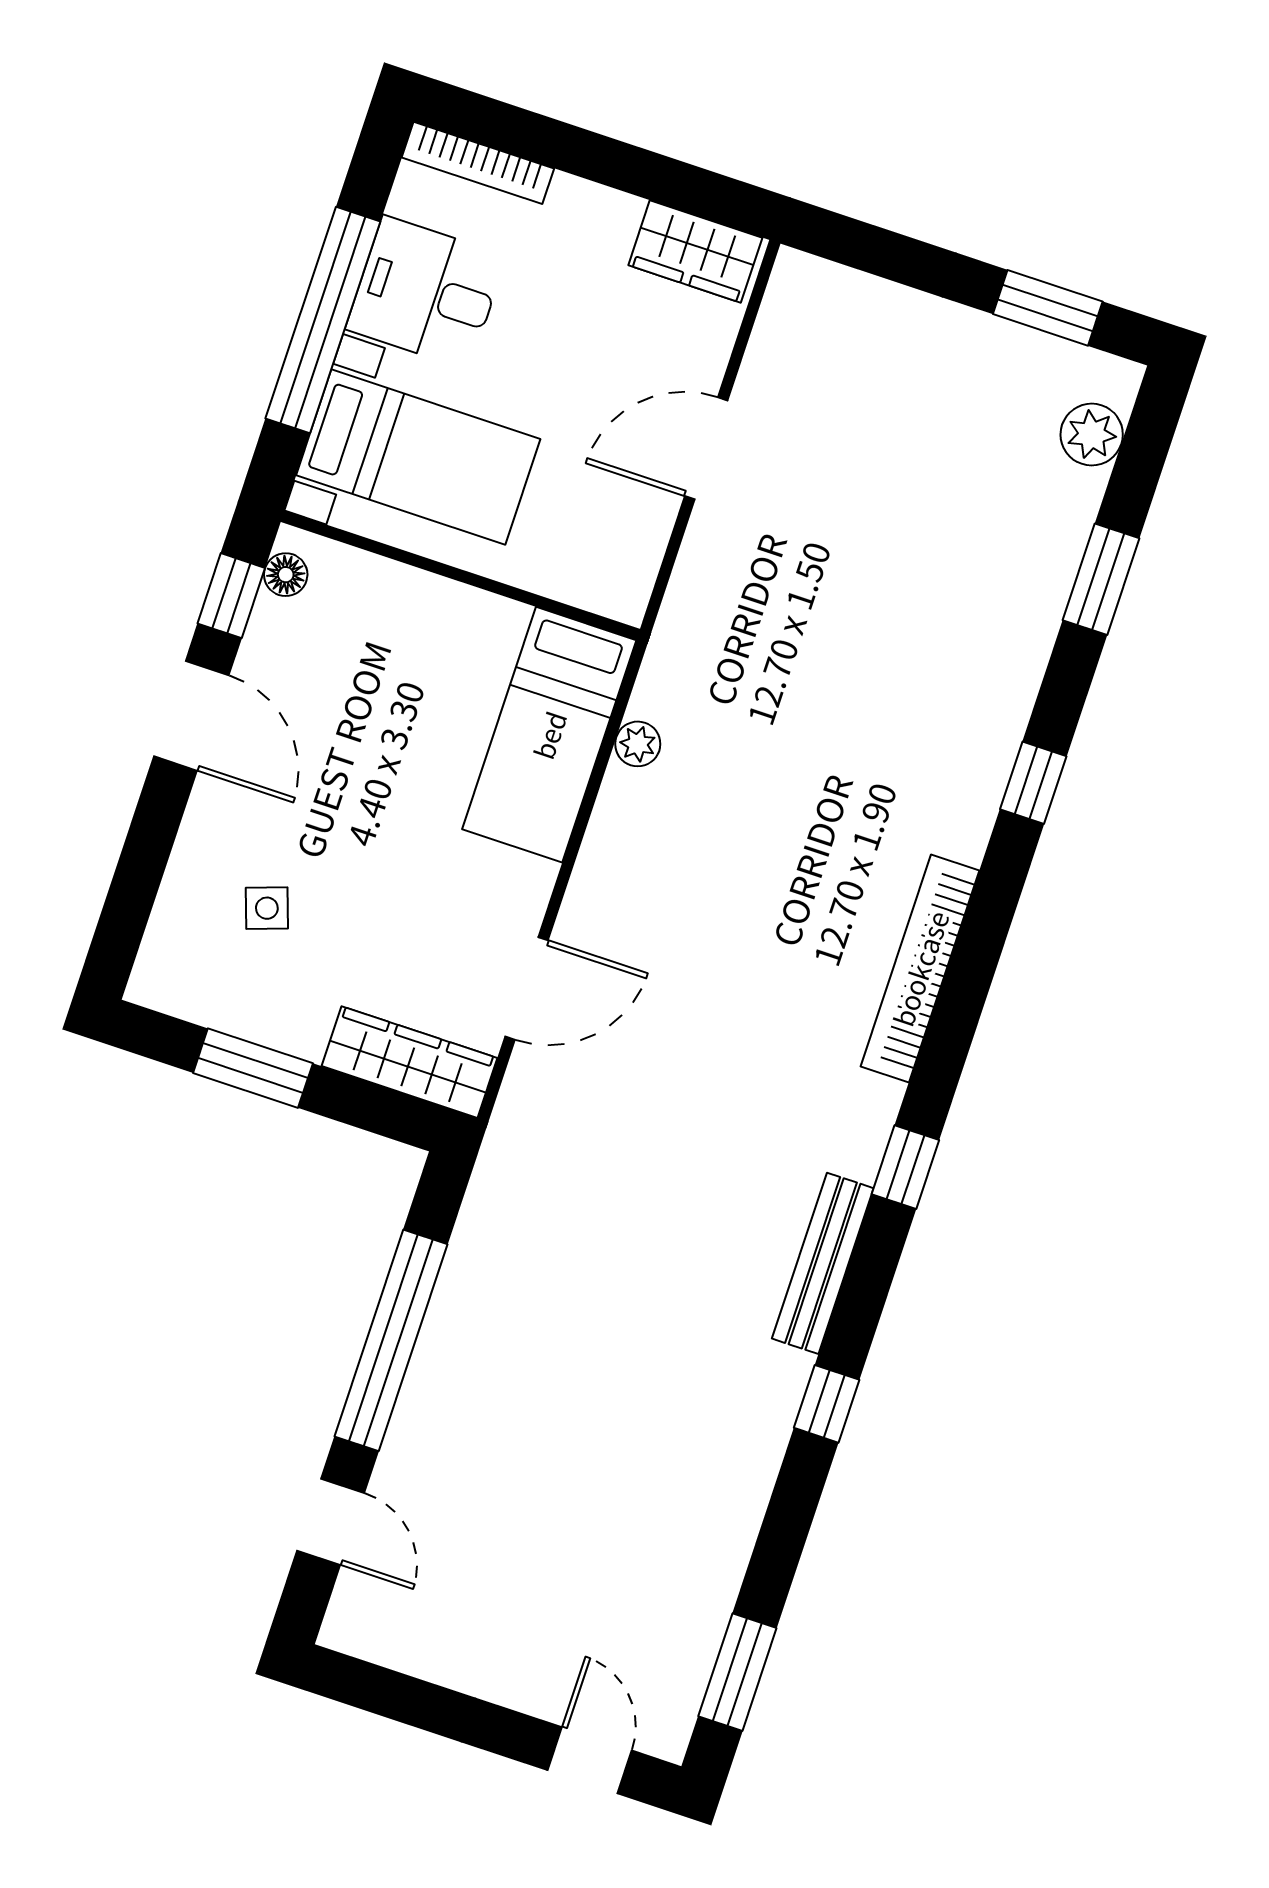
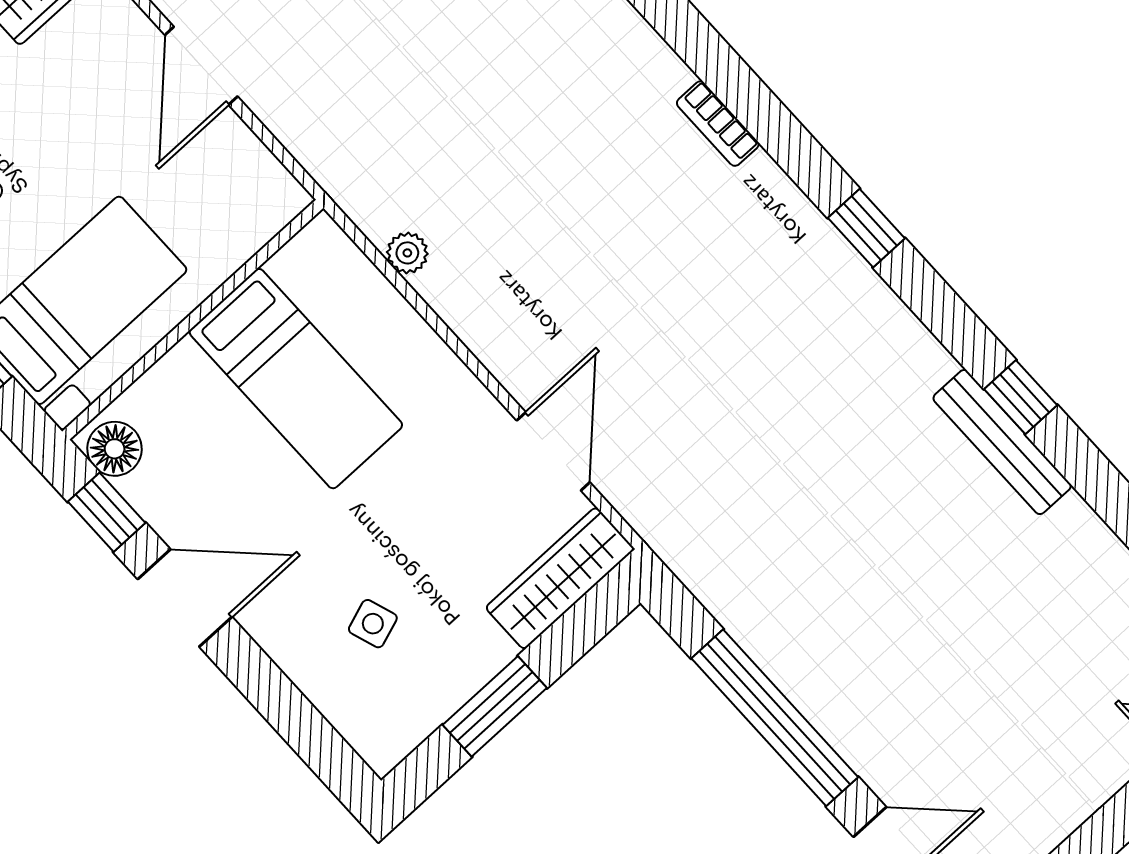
floor lamp: (286, 575) -> (115, 449), width x1.37, depth x1.37
bed: (549, 735) -> (296, 379), moved
bookcase: (920, 968) -> (718, 124), width x0.43, depth x0.76
bench: (823, 1263) -> (1002, 442), moved

